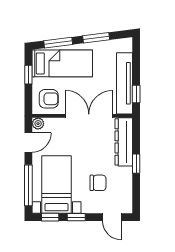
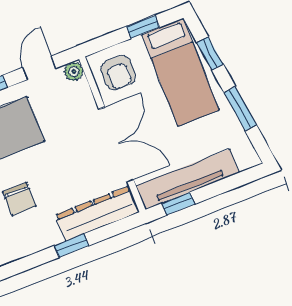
window: (58, 43) -> (210, 53), width x0.67
door: (28, 143) -> (39, 68), swing flipped

